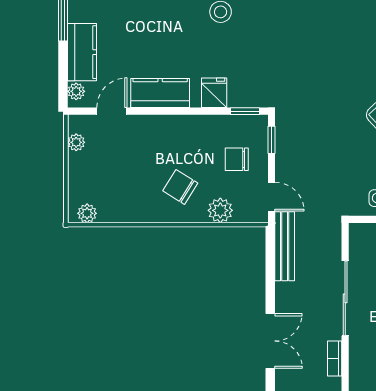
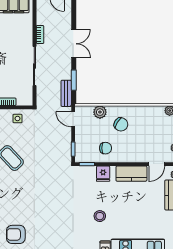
chair: (237, 159) -> (106, 148), moved
bench: (285, 246) -> (66, 93), width x0.73
window: (270, 271) -> (74, 80), added
double door: (270, 341) -> (74, 44), swing flipped

